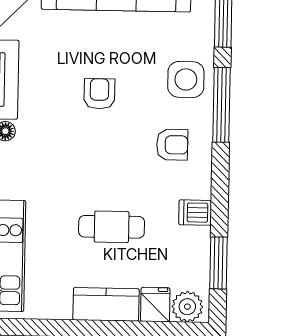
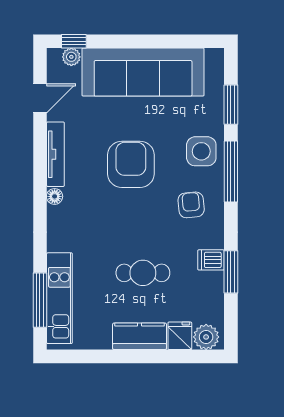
armchair: (99, 94) -> (131, 164), width x1.88, depth x1.88
armchair: (172, 145) -> (191, 205), turned -95
window: (219, 263) -> (231, 272), moved

